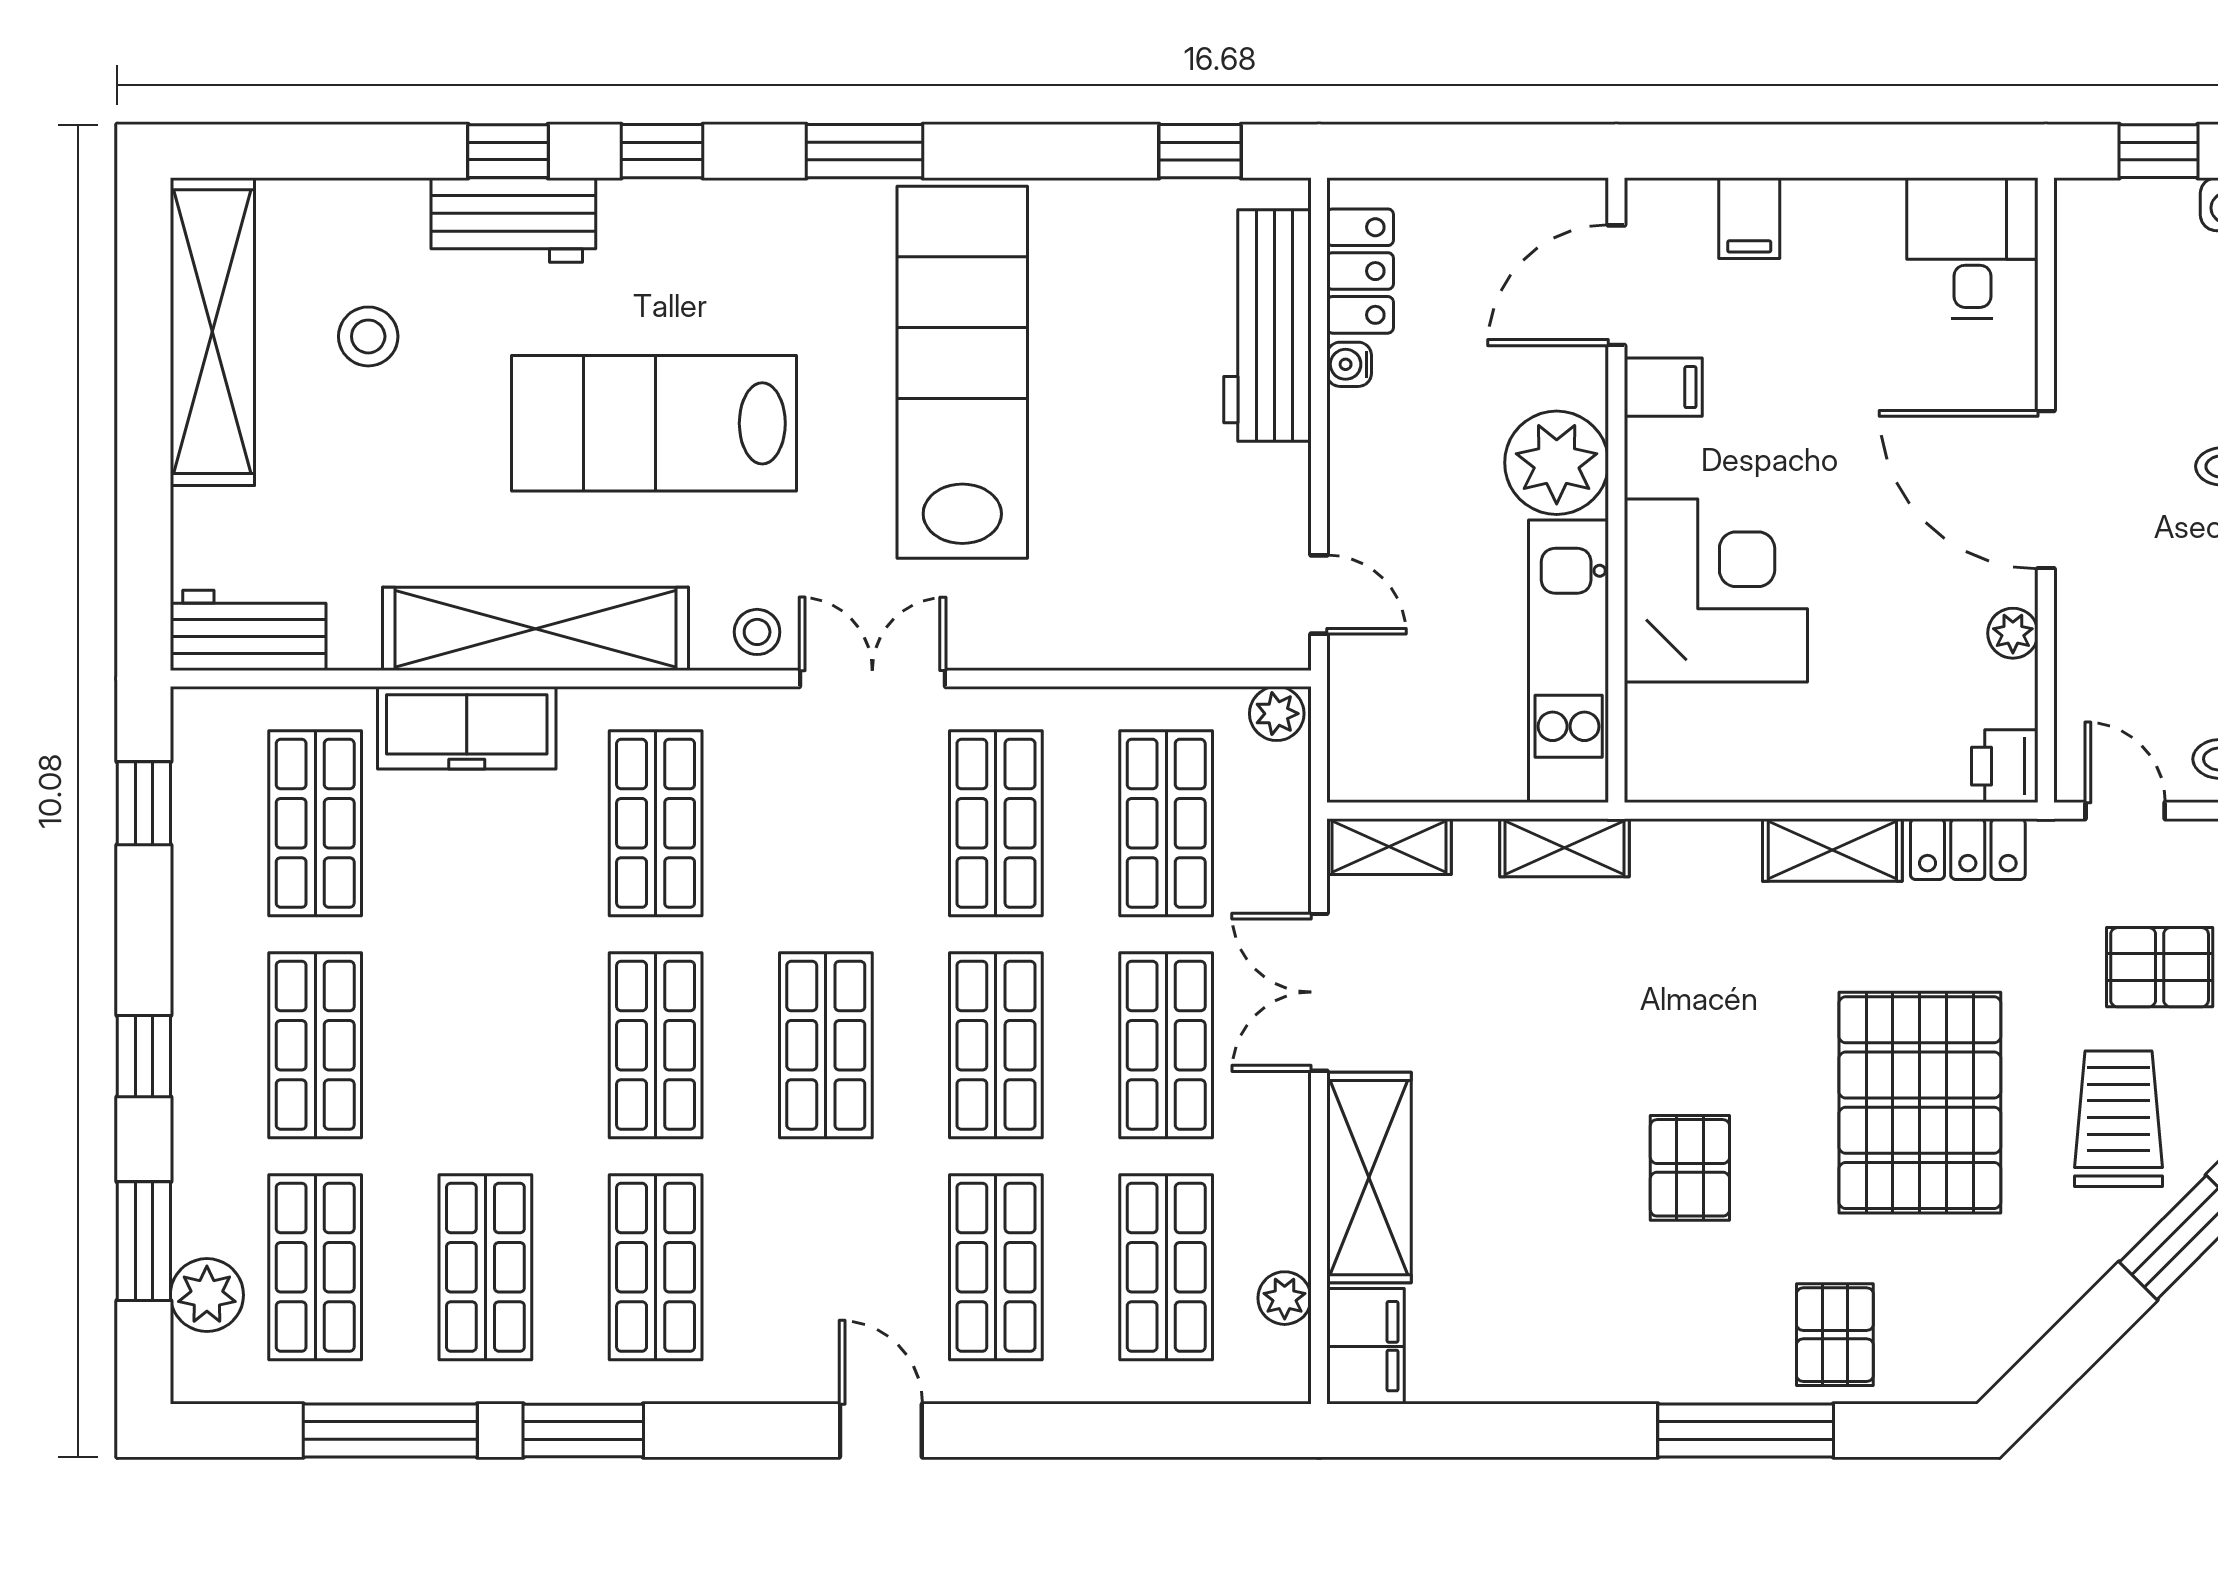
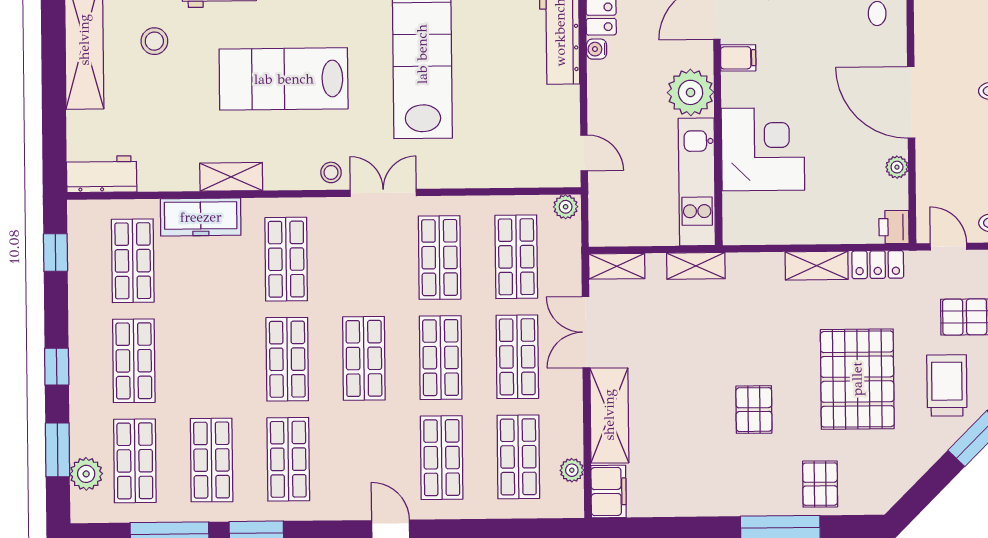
shelving: (536, 629) -> (231, 177), width x0.45, depth x0.75

